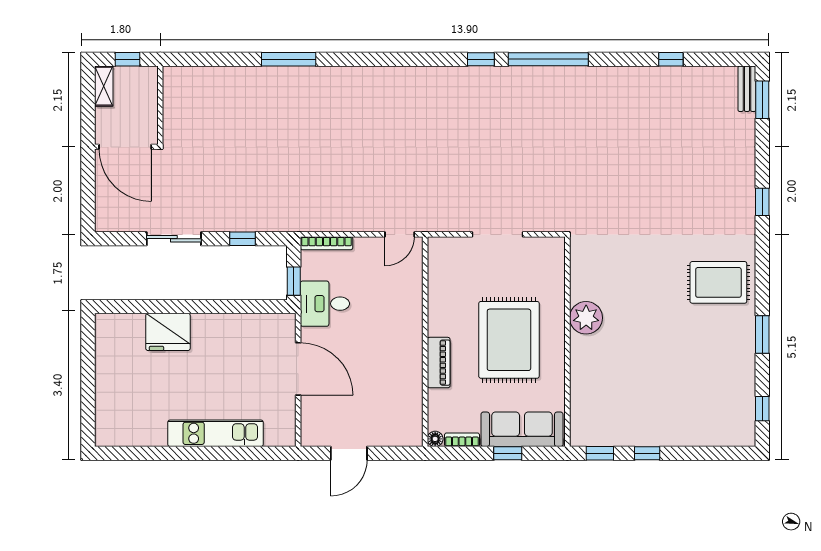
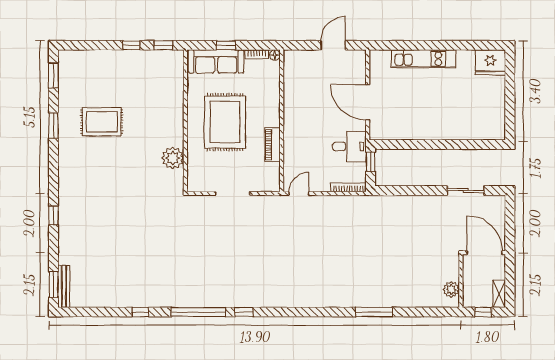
window: (671, 59) -> (140, 312), moved
bench: (747, 89) -> (64, 286), width x1.36
plant: (175, 92) -> (451, 289), added
sliding door: (174, 239) -> (466, 190), moved
window: (243, 239) -> (405, 190), removed
rug: (718, 282) -> (102, 122), moved
plant: (586, 318) -> (173, 158), moved
fridge: (168, 332) -> (490, 62), moved, turned 180
piano: (439, 363) -> (272, 145), moved
window: (762, 409) -> (53, 76), width x1.50

